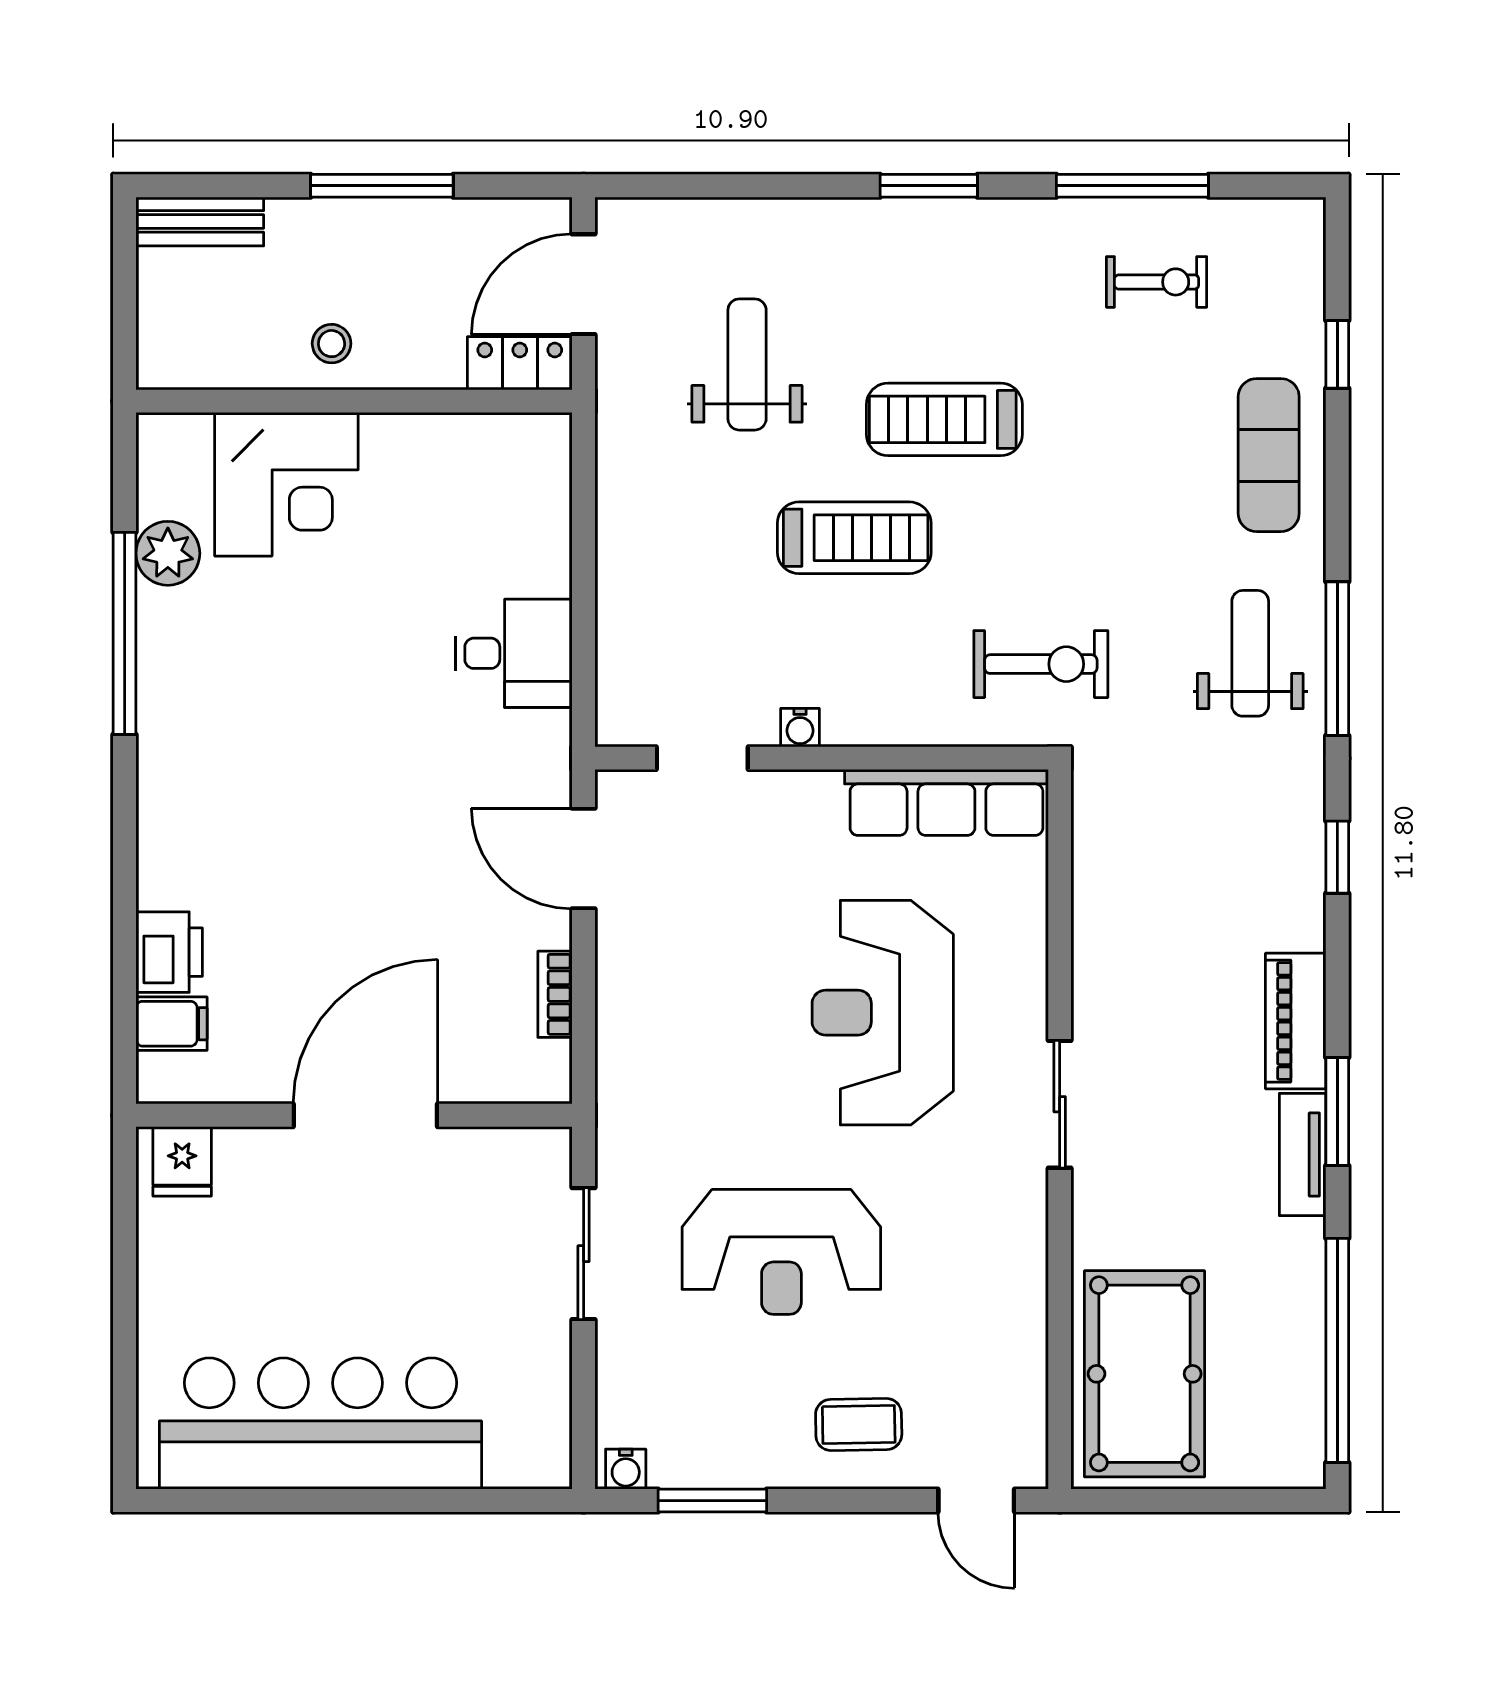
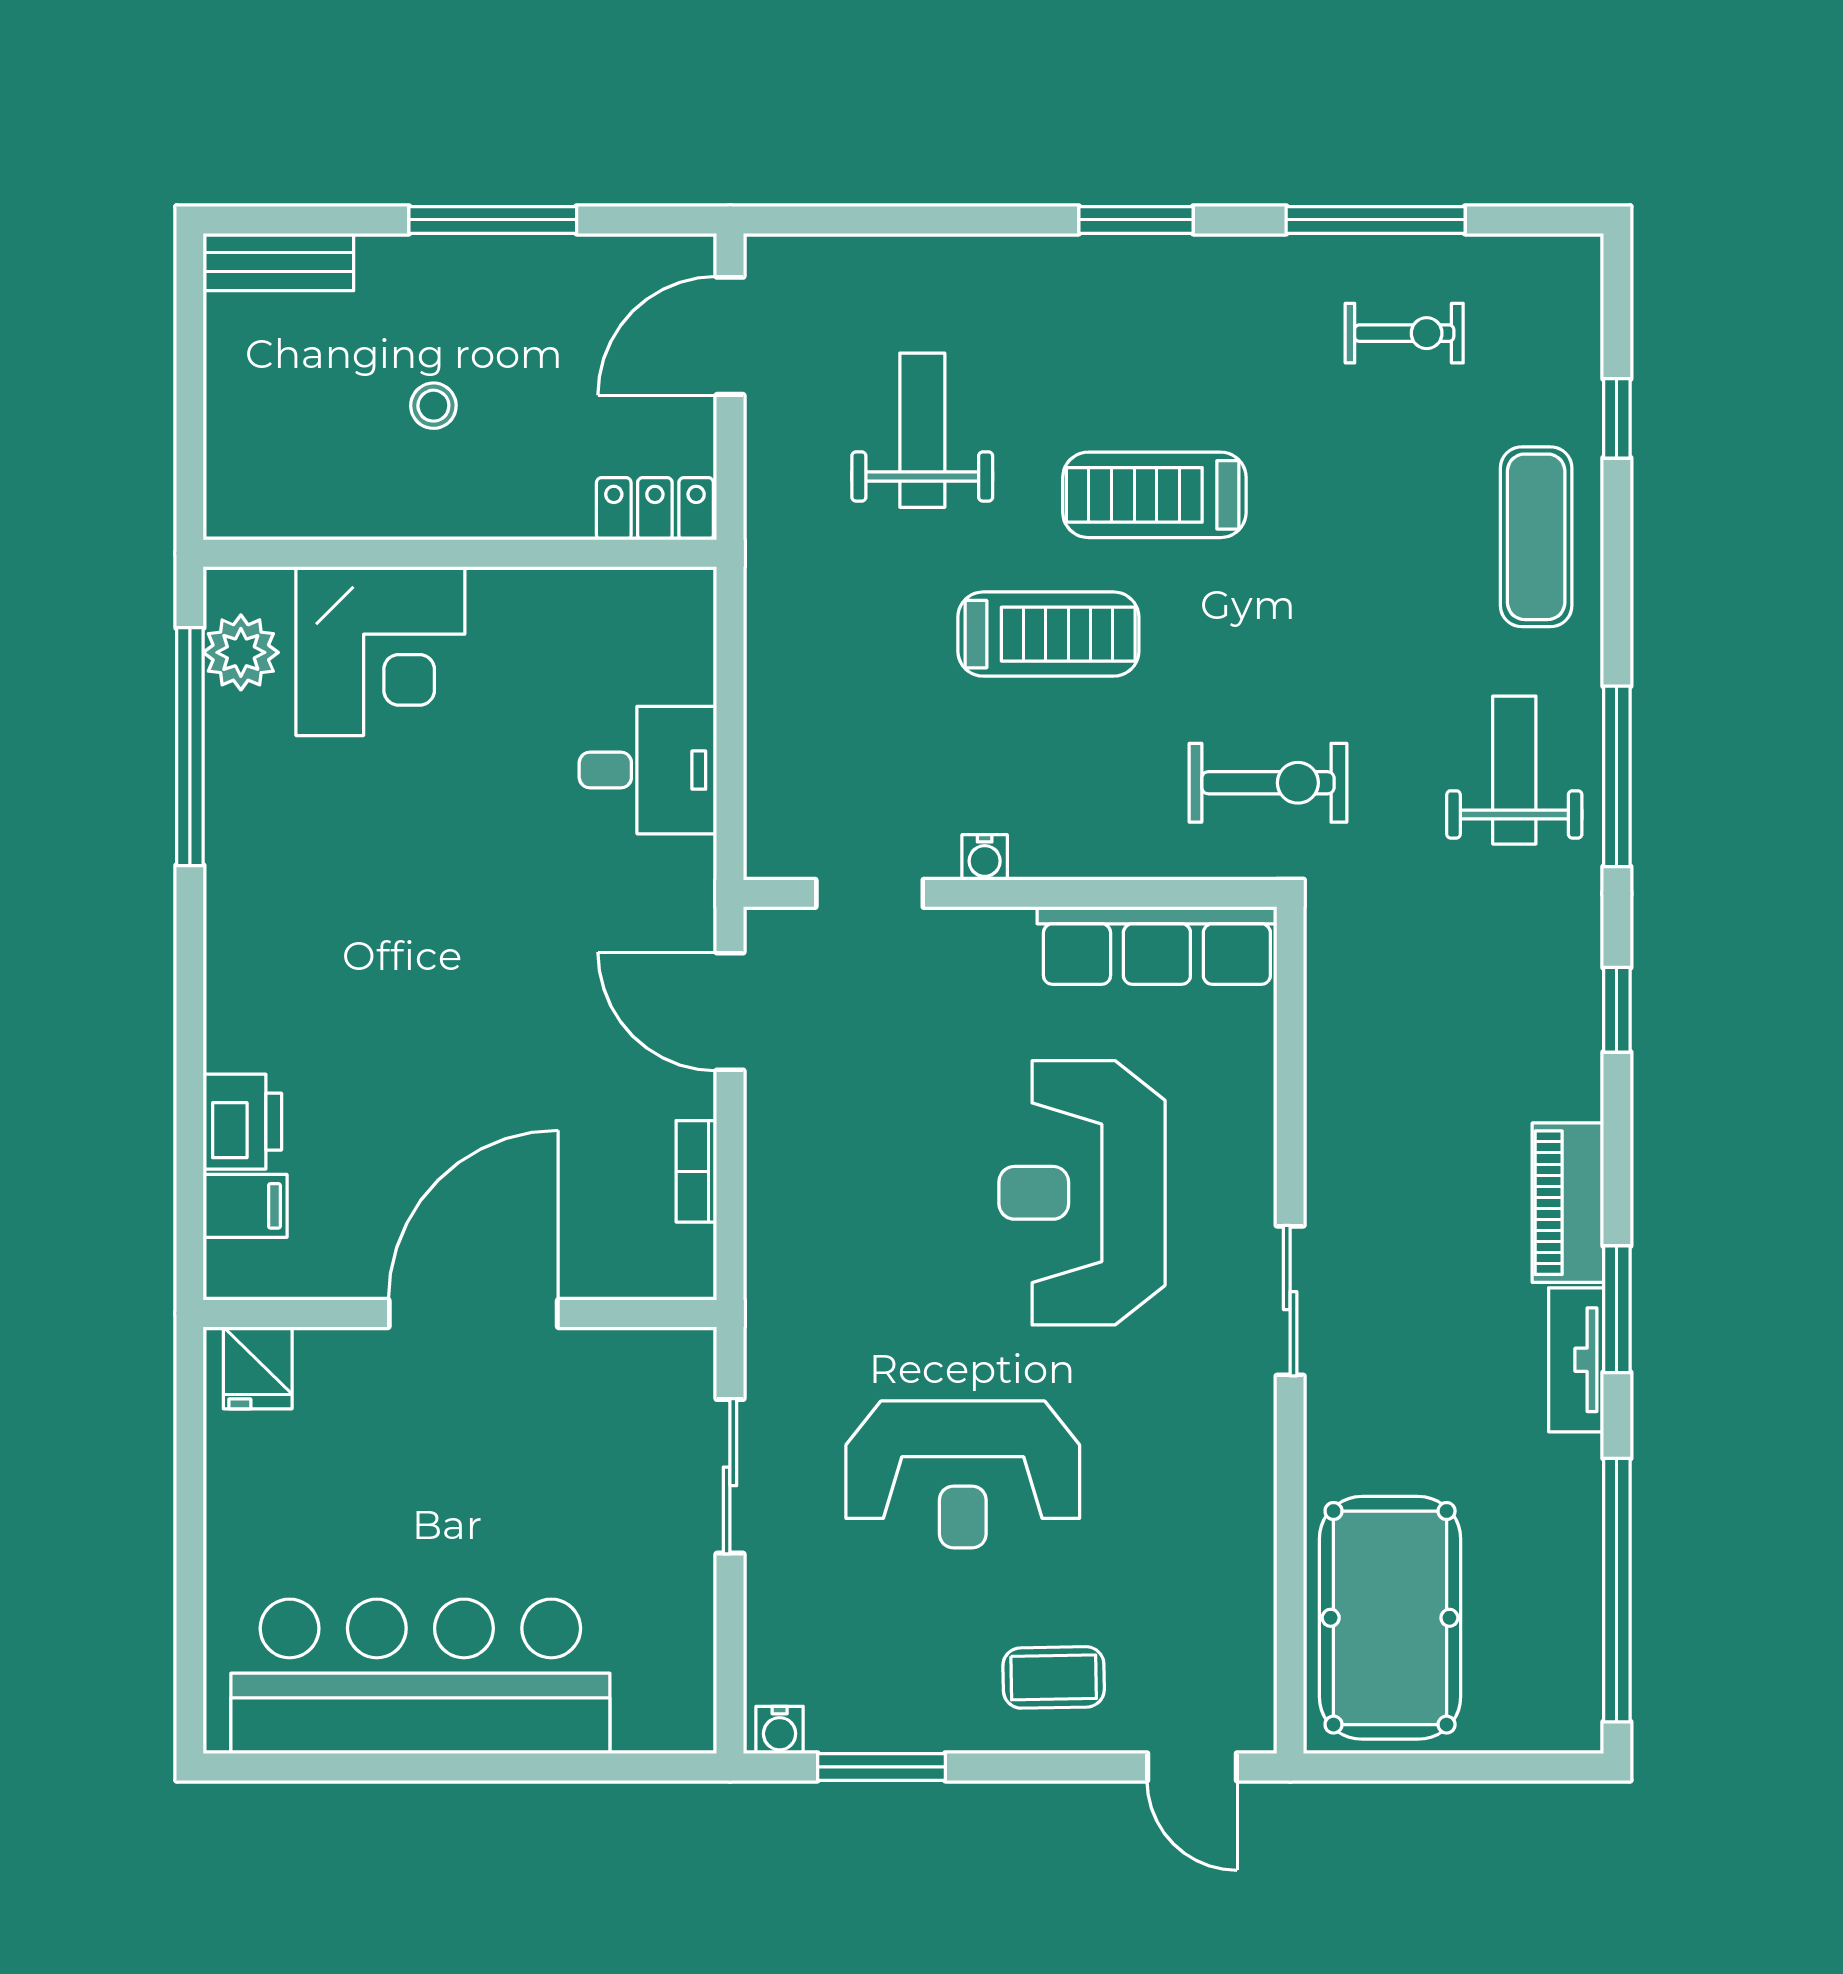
locker: (520, 363) -> (655, 509), moved
wall: (354, 401) -> (460, 553), moved
corner desk: (286, 484) -> (380, 651), moved

